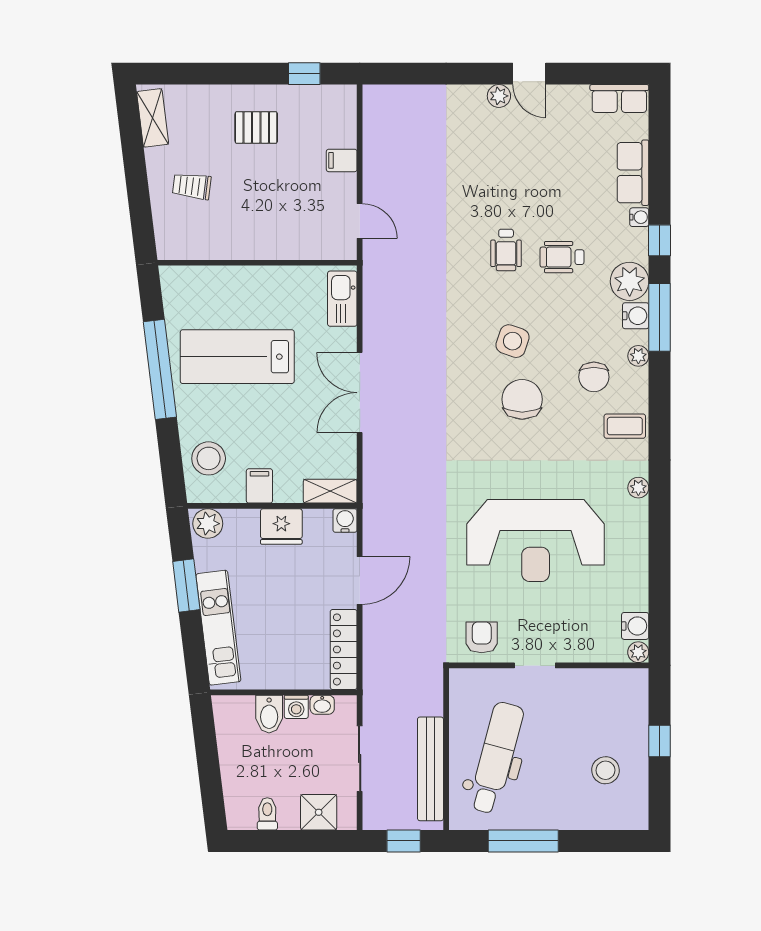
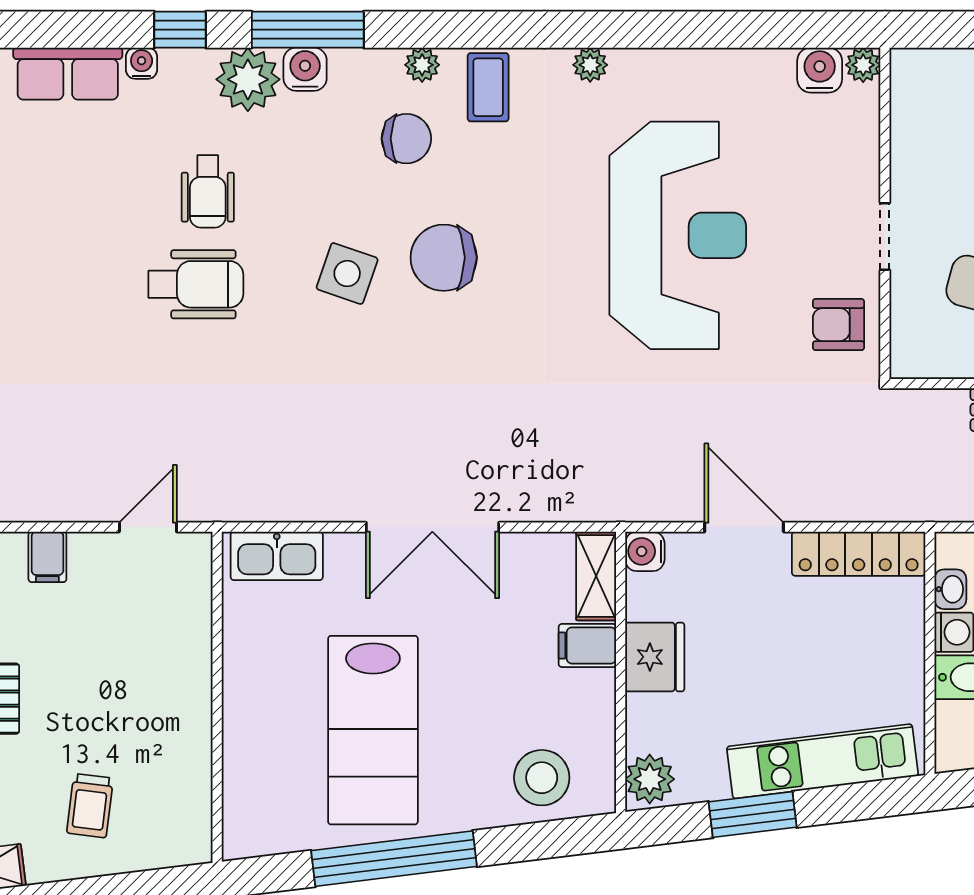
wheelchair: (506, 250) -> (196, 284), width x1.36, depth x1.37
plant: (638, 356) -> (422, 65), moved
filing cabinet: (259, 486) -> (587, 645), moved

